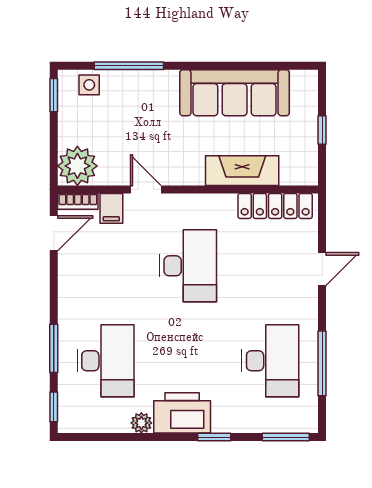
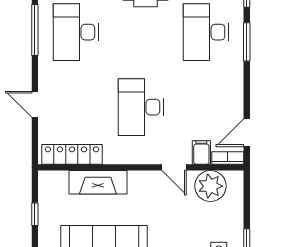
plant: (77, 166) -> (210, 186), moved
door: (322, 269) -> (35, 104), hinge flipped

